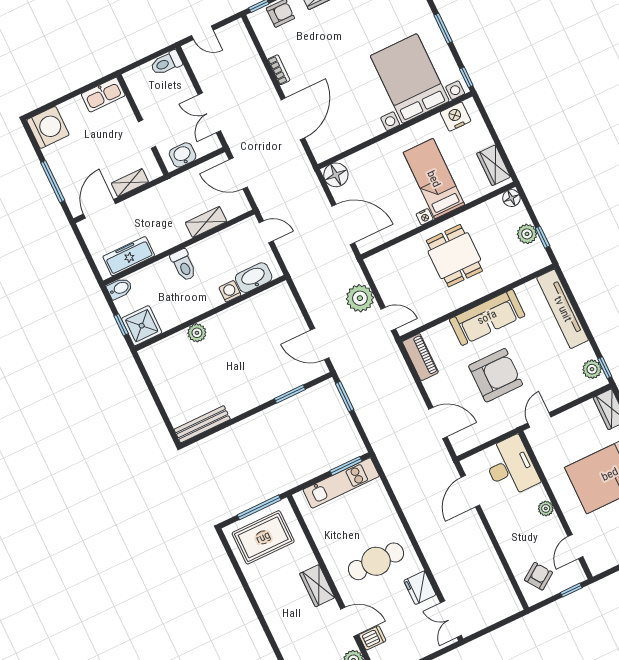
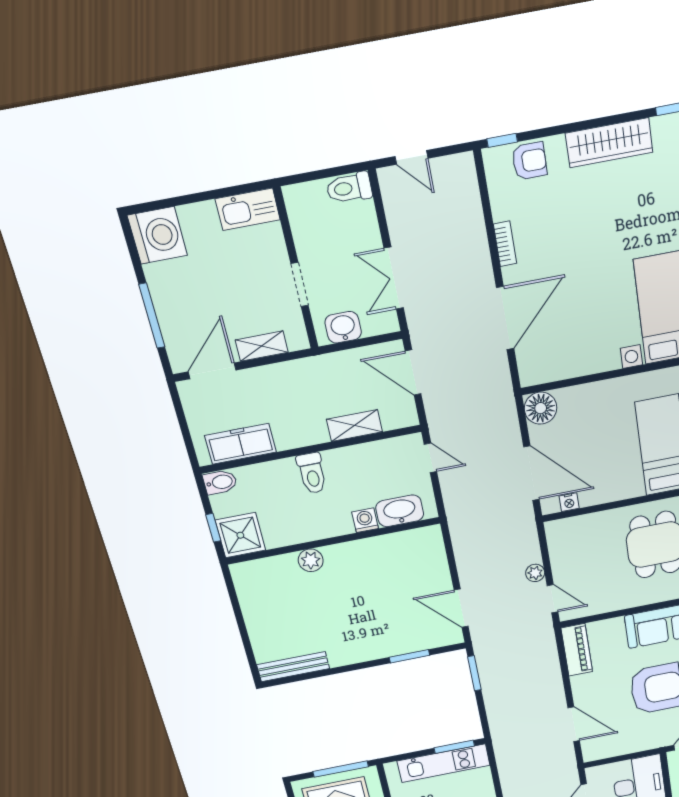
nightstand: (425, 217) -> (569, 502), moved
plant: (360, 298) -> (535, 573), width x0.53, depth x0.53

